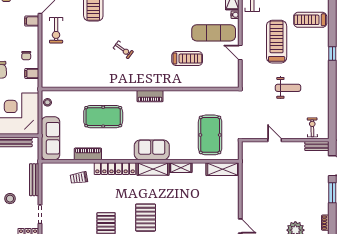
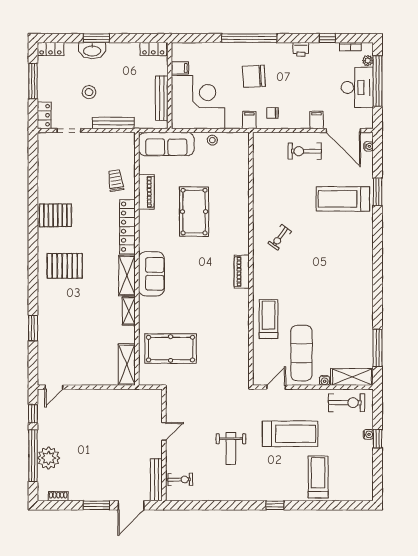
treadmill: (187, 59) -> (269, 319), turned 180
wall: (140, 89) -> (251, 259), moved
piano: (150, 96) -> (242, 272), moved
bench: (317, 146) -> (156, 480), width x1.36

